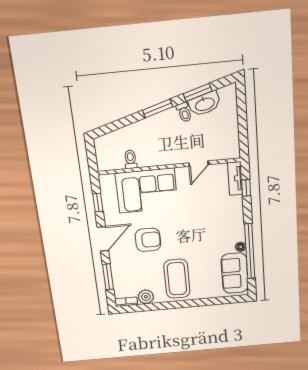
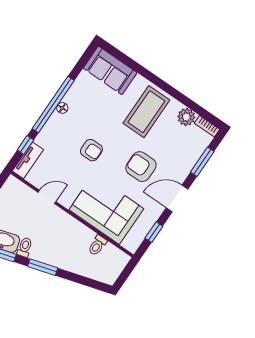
armchair: (194, 223) -> (91, 150), added
floor lamp: (241, 247) -> (62, 108), moved
window: (250, 251) -> (53, 104), moved
sofa: (235, 273) -> (110, 70), moved, turned 90

